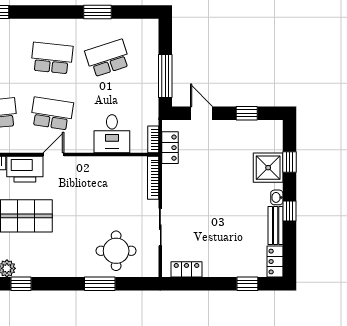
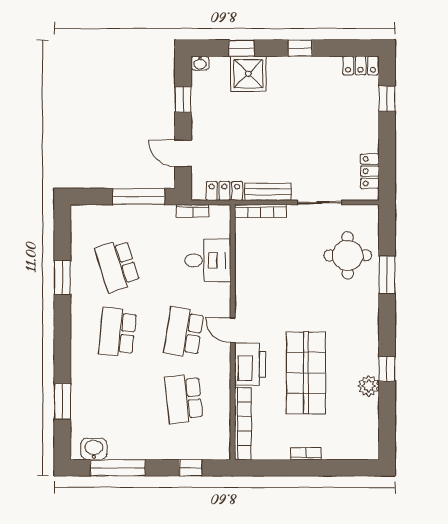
door: (201, 113) -> (183, 153), hinge flipped
bookcase: (153, 139) -> (193, 211), moved
washbasin: (277, 197) -> (200, 63), moved
bench: (276, 225) -> (268, 192), moved

